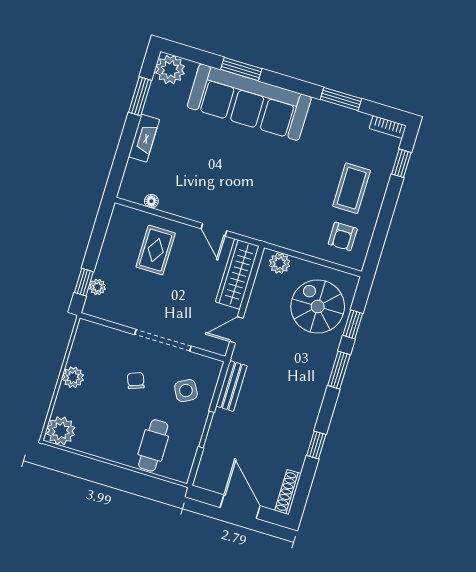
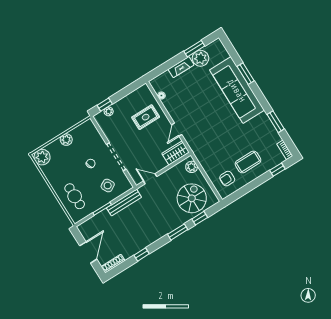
plant: (170, 70) -> (200, 58), moved
wardrobe: (237, 274) -> (176, 153), width x0.67
bench: (232, 386) -> (124, 202), width x1.36
cafe table: (153, 445) -> (75, 196), turned 90

